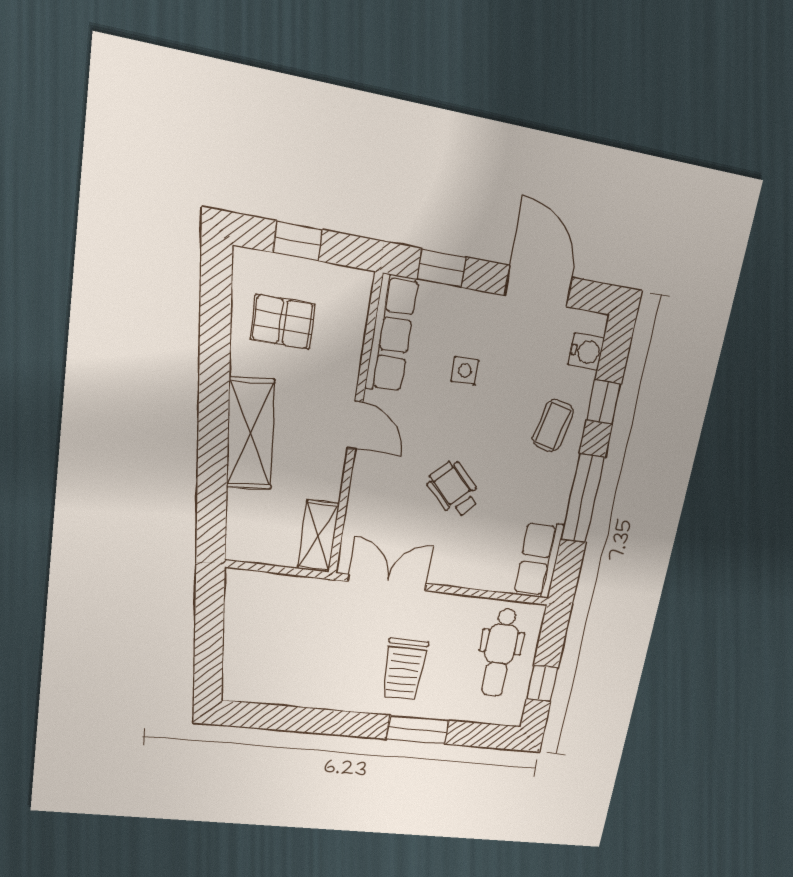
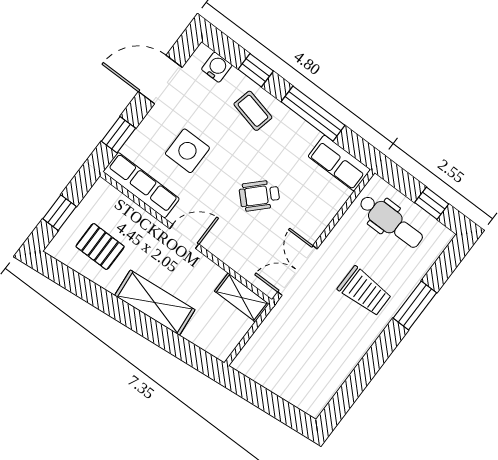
pallet: (283, 322) -> (100, 247), turned 90
side table: (465, 371) -> (187, 151), width x1.87, depth x1.87

